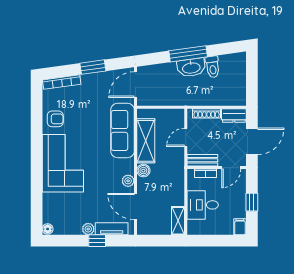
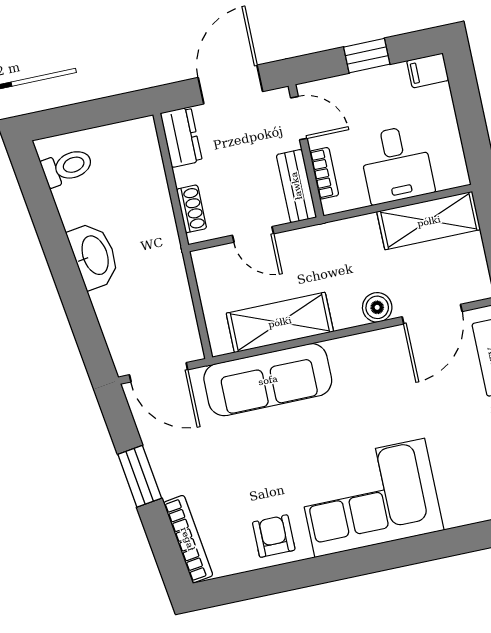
window: (188, 54) -> (65, 269), removed
toilet: (213, 67) -> (67, 167), moved
shoe rack: (207, 113) -> (191, 209), width x0.70
door: (252, 141) -> (230, 85), hinge flipped
boiler: (143, 171) -> (377, 307), moved
plant: (128, 181) -> (378, 343), removed
shelving: (178, 221) -> (429, 221), width x1.50, depth x1.33

